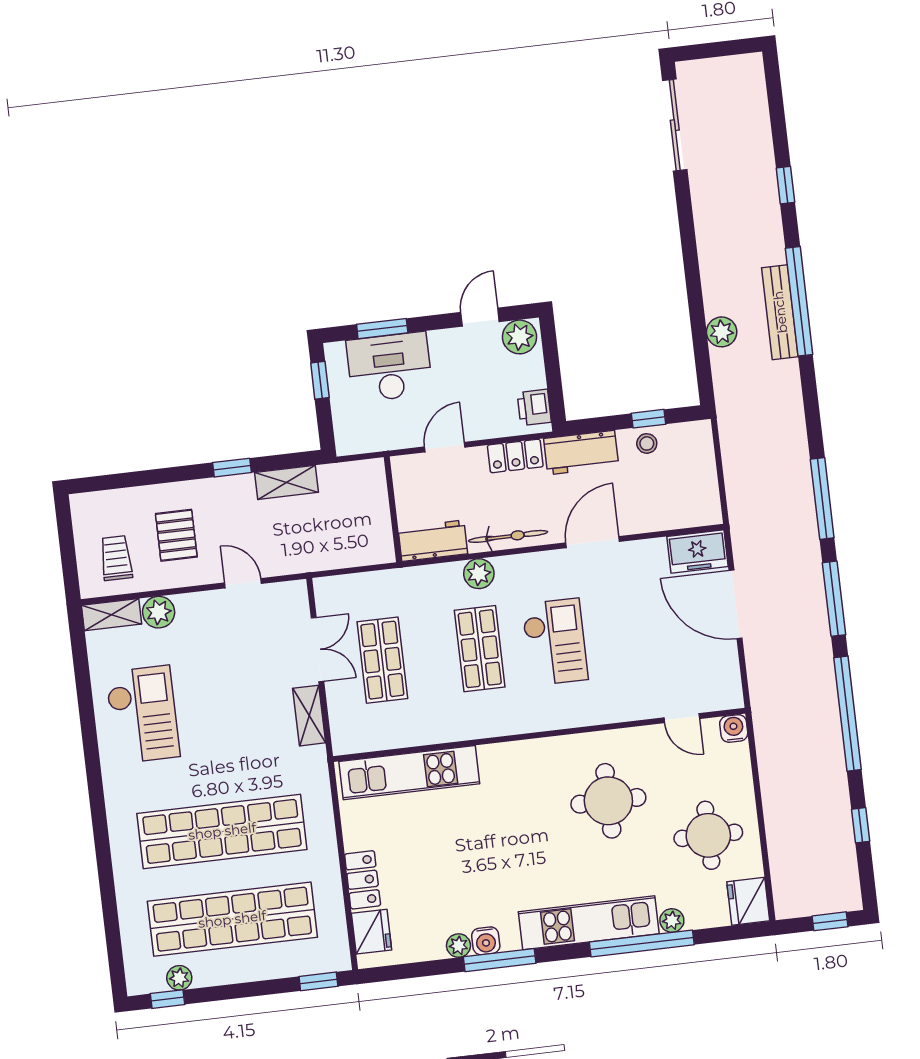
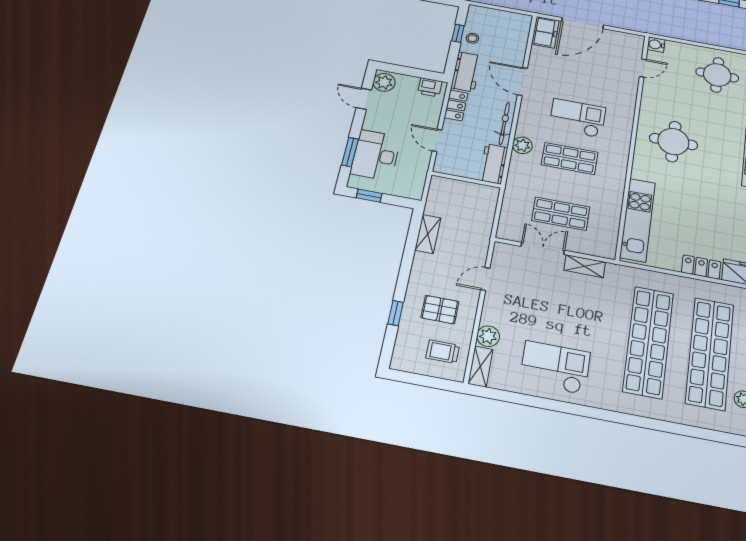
window: (232, 468) -> (396, 313), moved
round table: (608, 801) -> (673, 142), moved

